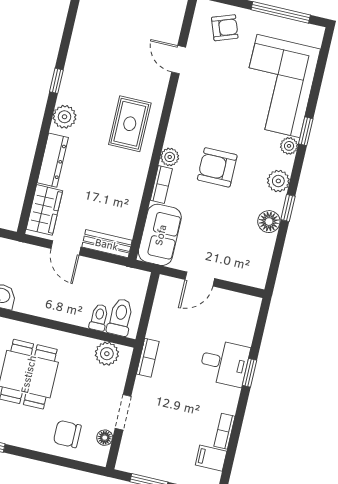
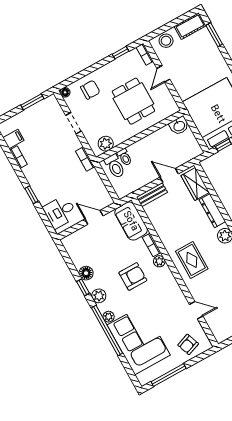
window: (306, 131) -> (107, 330), width x3.17
door: (200, 279) -> (94, 217), hinge flipped
desk: (224, 363) -> (60, 212), moved
floor lamp: (105, 438) -> (65, 92), moved

